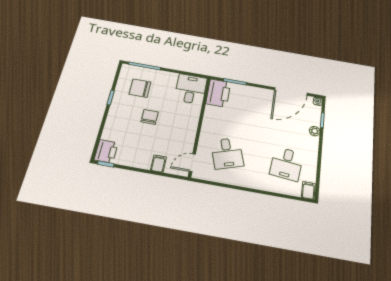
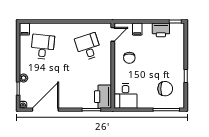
chair: (150, 117) -> (129, 58), moved
printer: (106, 151) -> (161, 30), moved, turned -90

